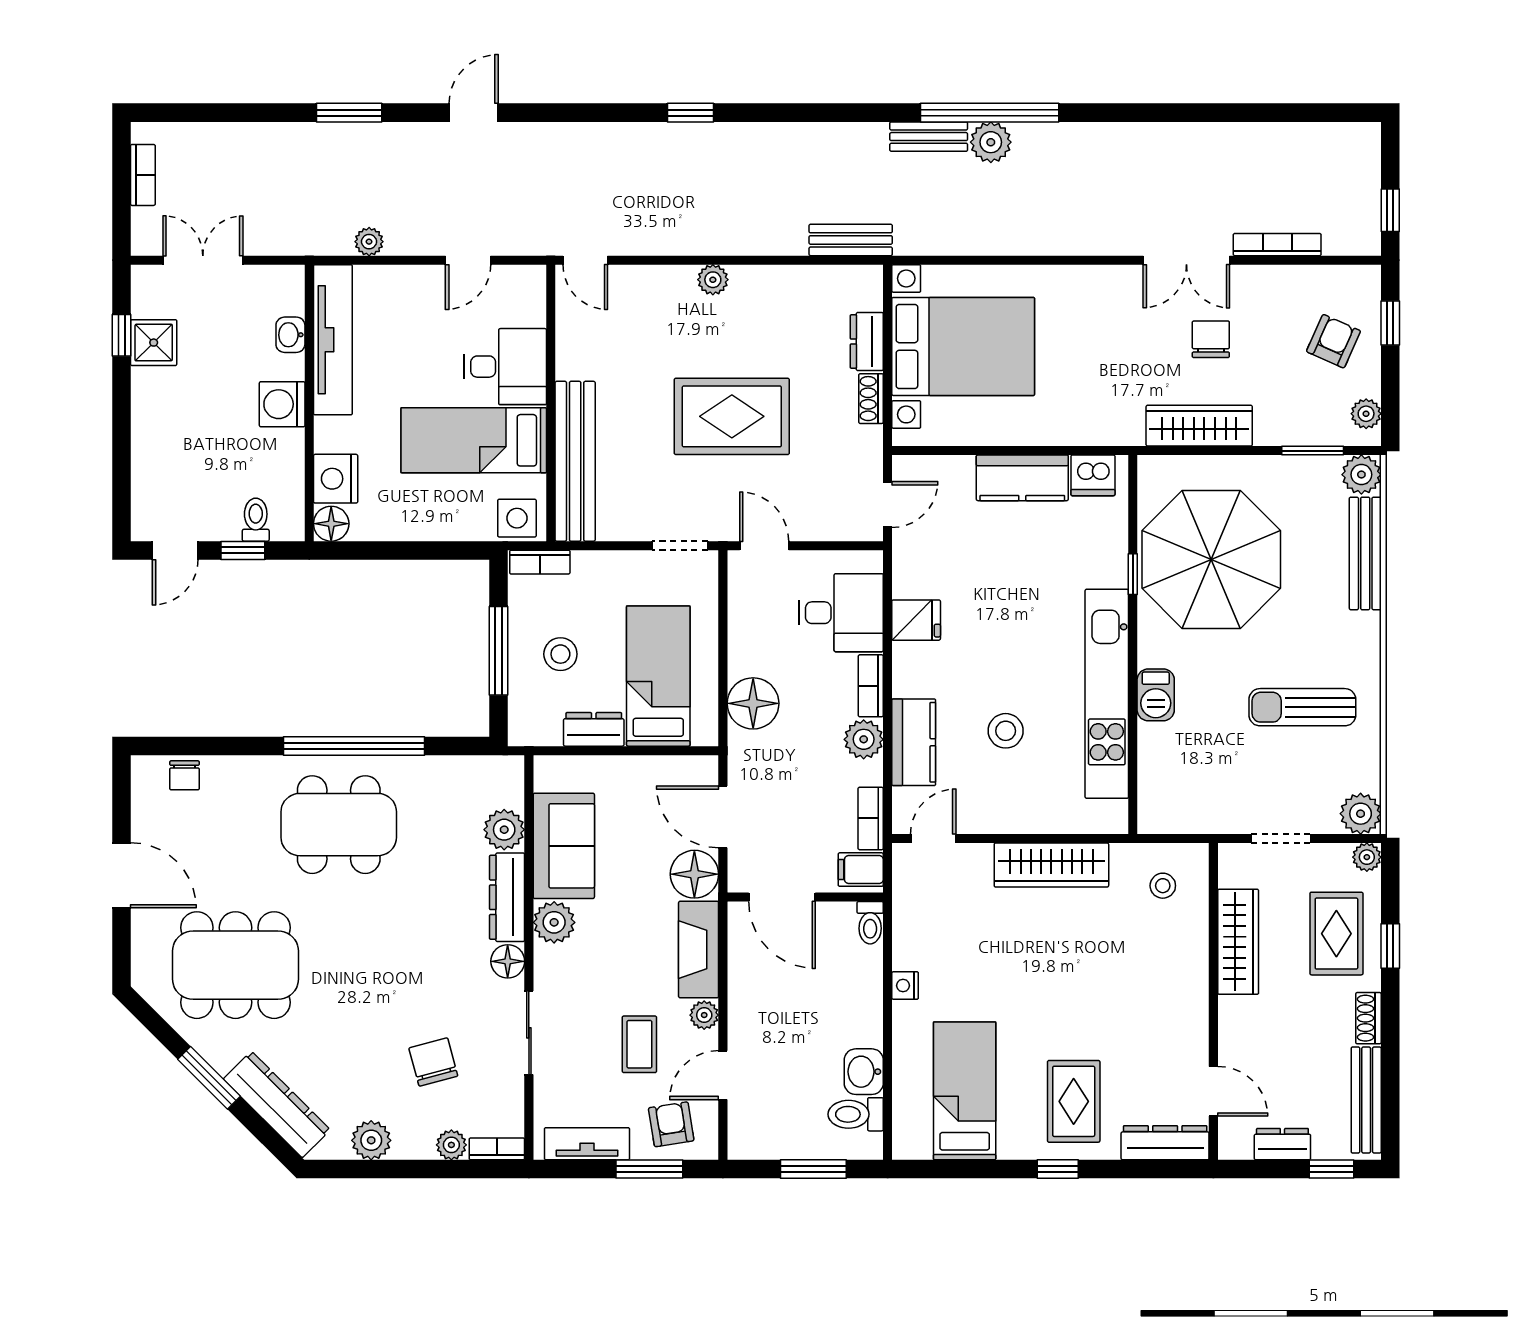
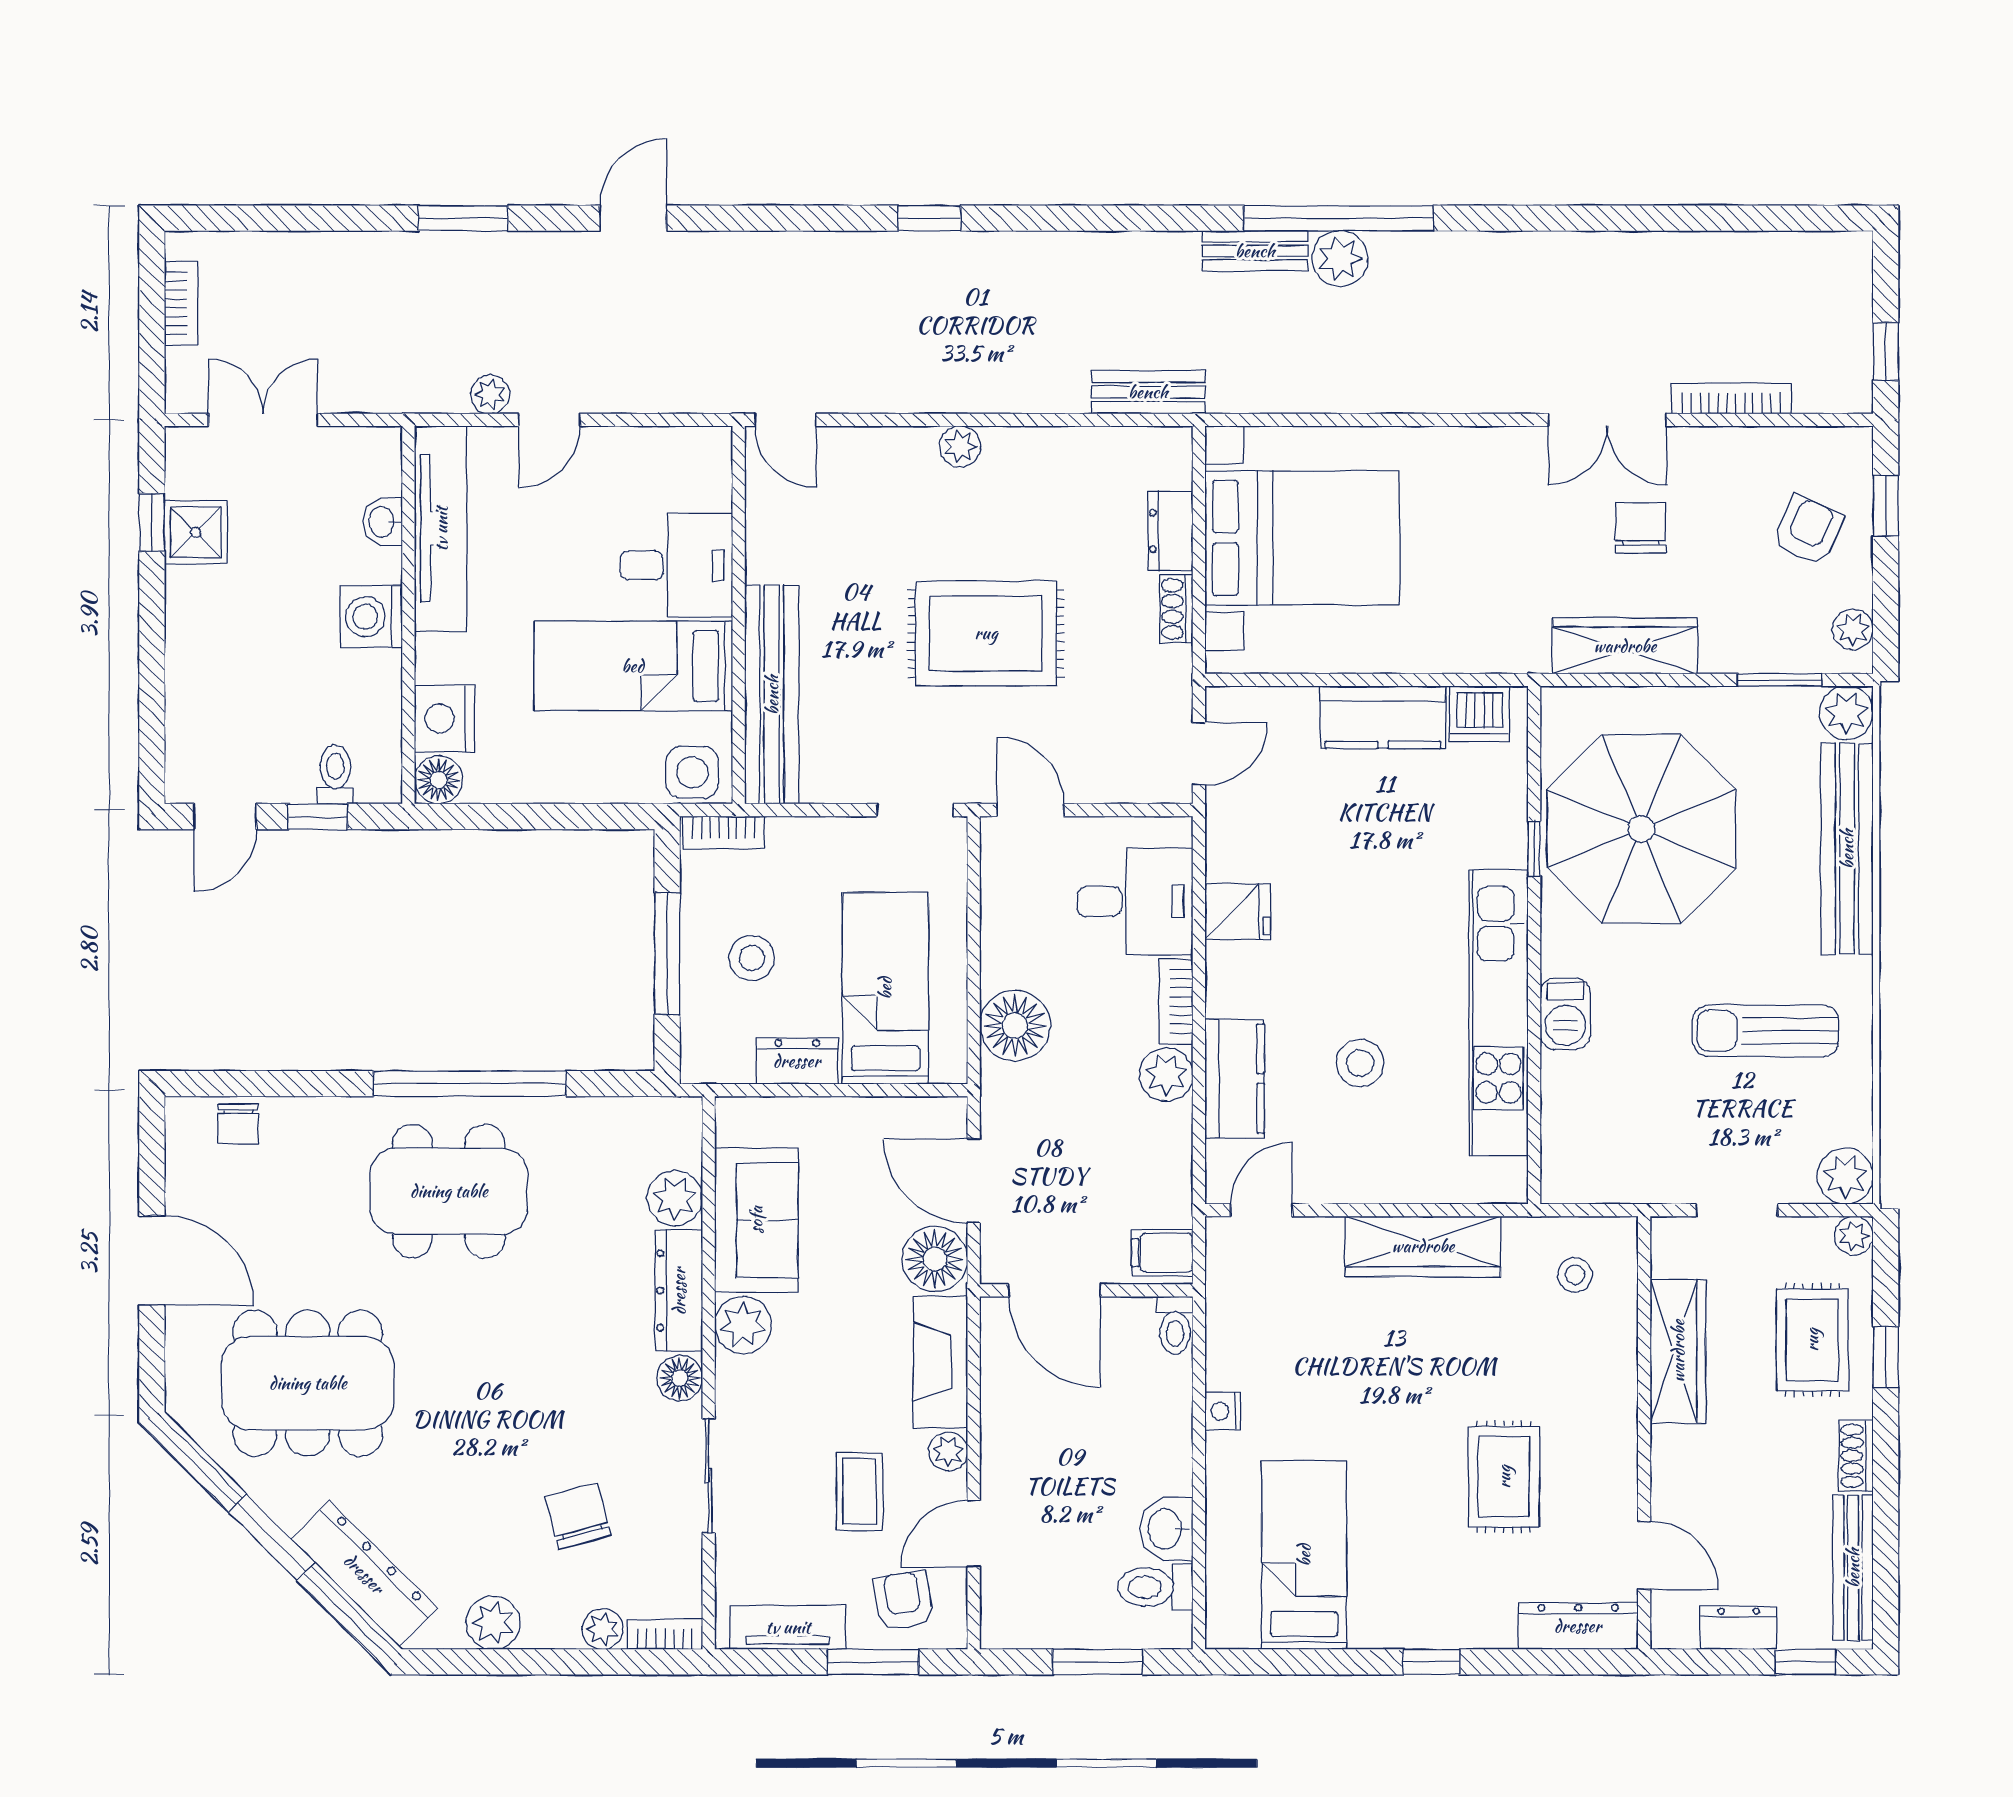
door: (468, 260) -> (549, 420), moved
bench: (1365, 553) -> (1847, 849), width x1.37, depth x1.21
bookcase: (871, 818) -> (1176, 1183), removed
rug: (1074, 1101) -> (1504, 1477), moved

